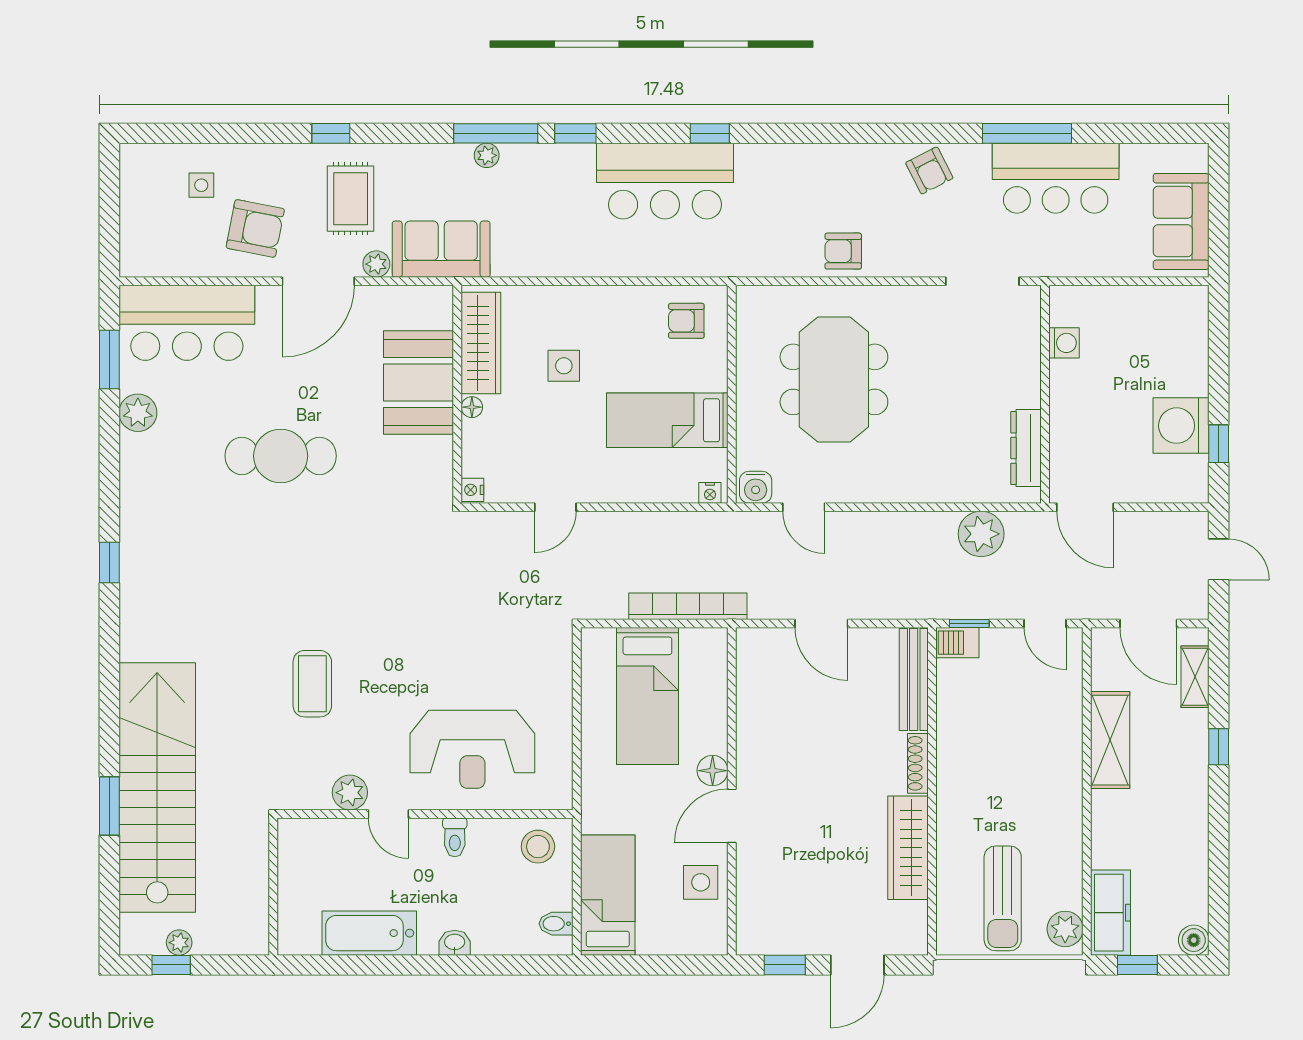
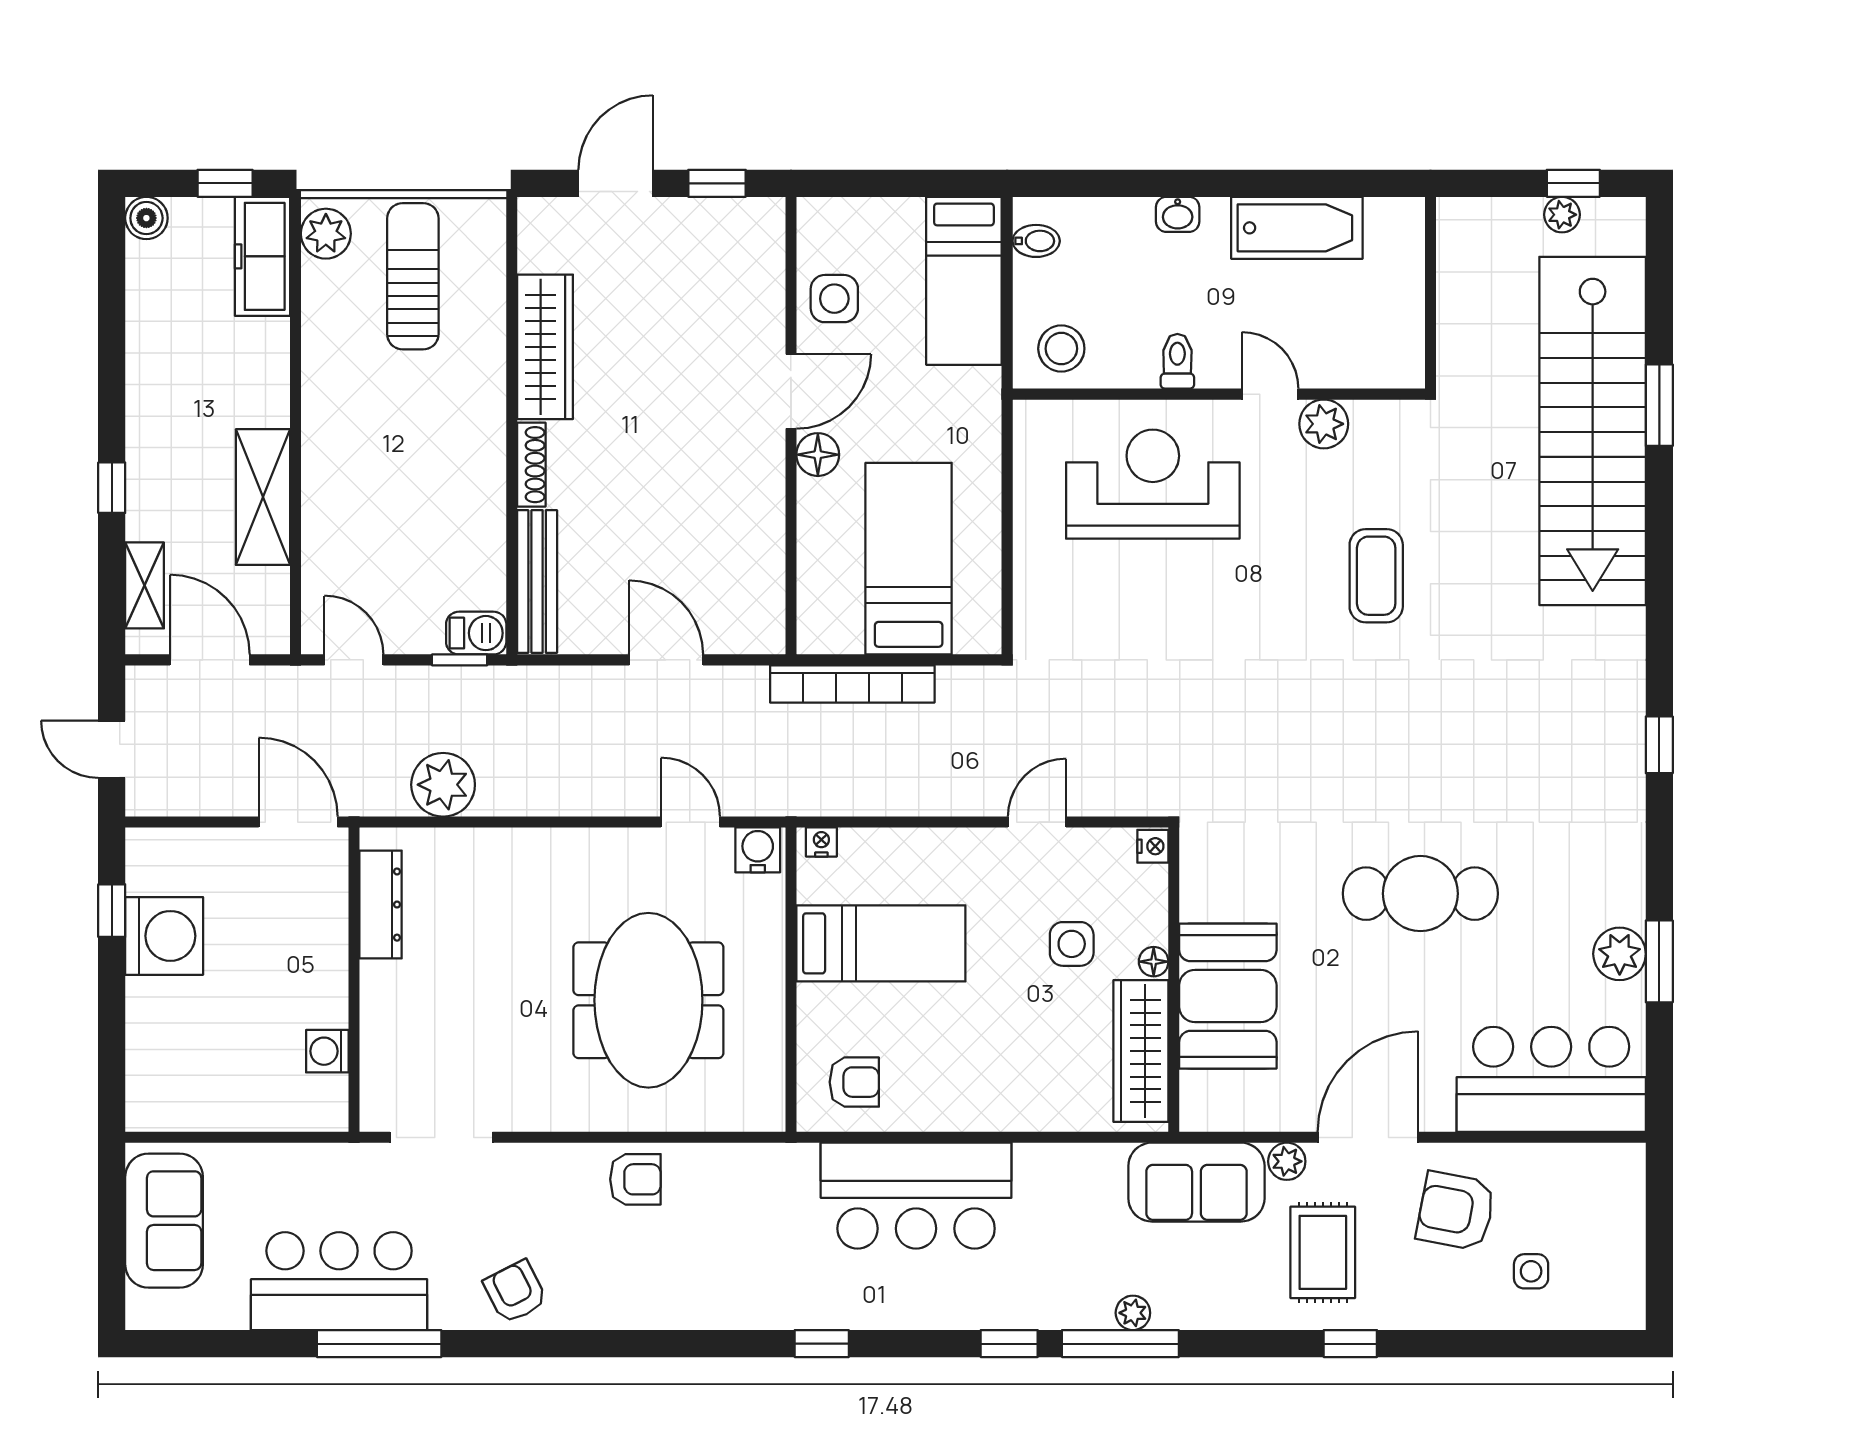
bar counter: (665, 181) -> (916, 1196), moved, turned 180
window: (109, 359) -> (1659, 961), moved
side table: (564, 366) -> (1072, 944), moved

